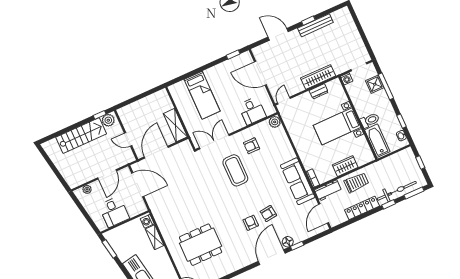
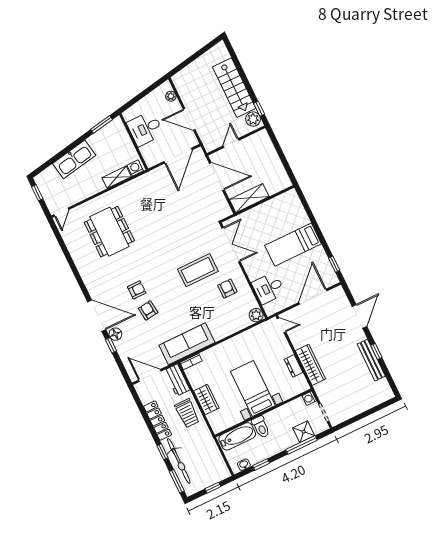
bed: (202, 95) -> (293, 245), moved

